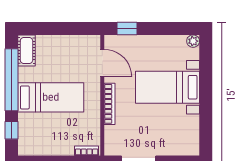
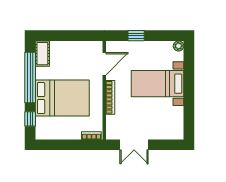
window: (127, 28) -> (136, 36), moved
door: (102, 63) -> (104, 64), hinge flipped
bed: (51, 97) -> (62, 98), width x1.50

